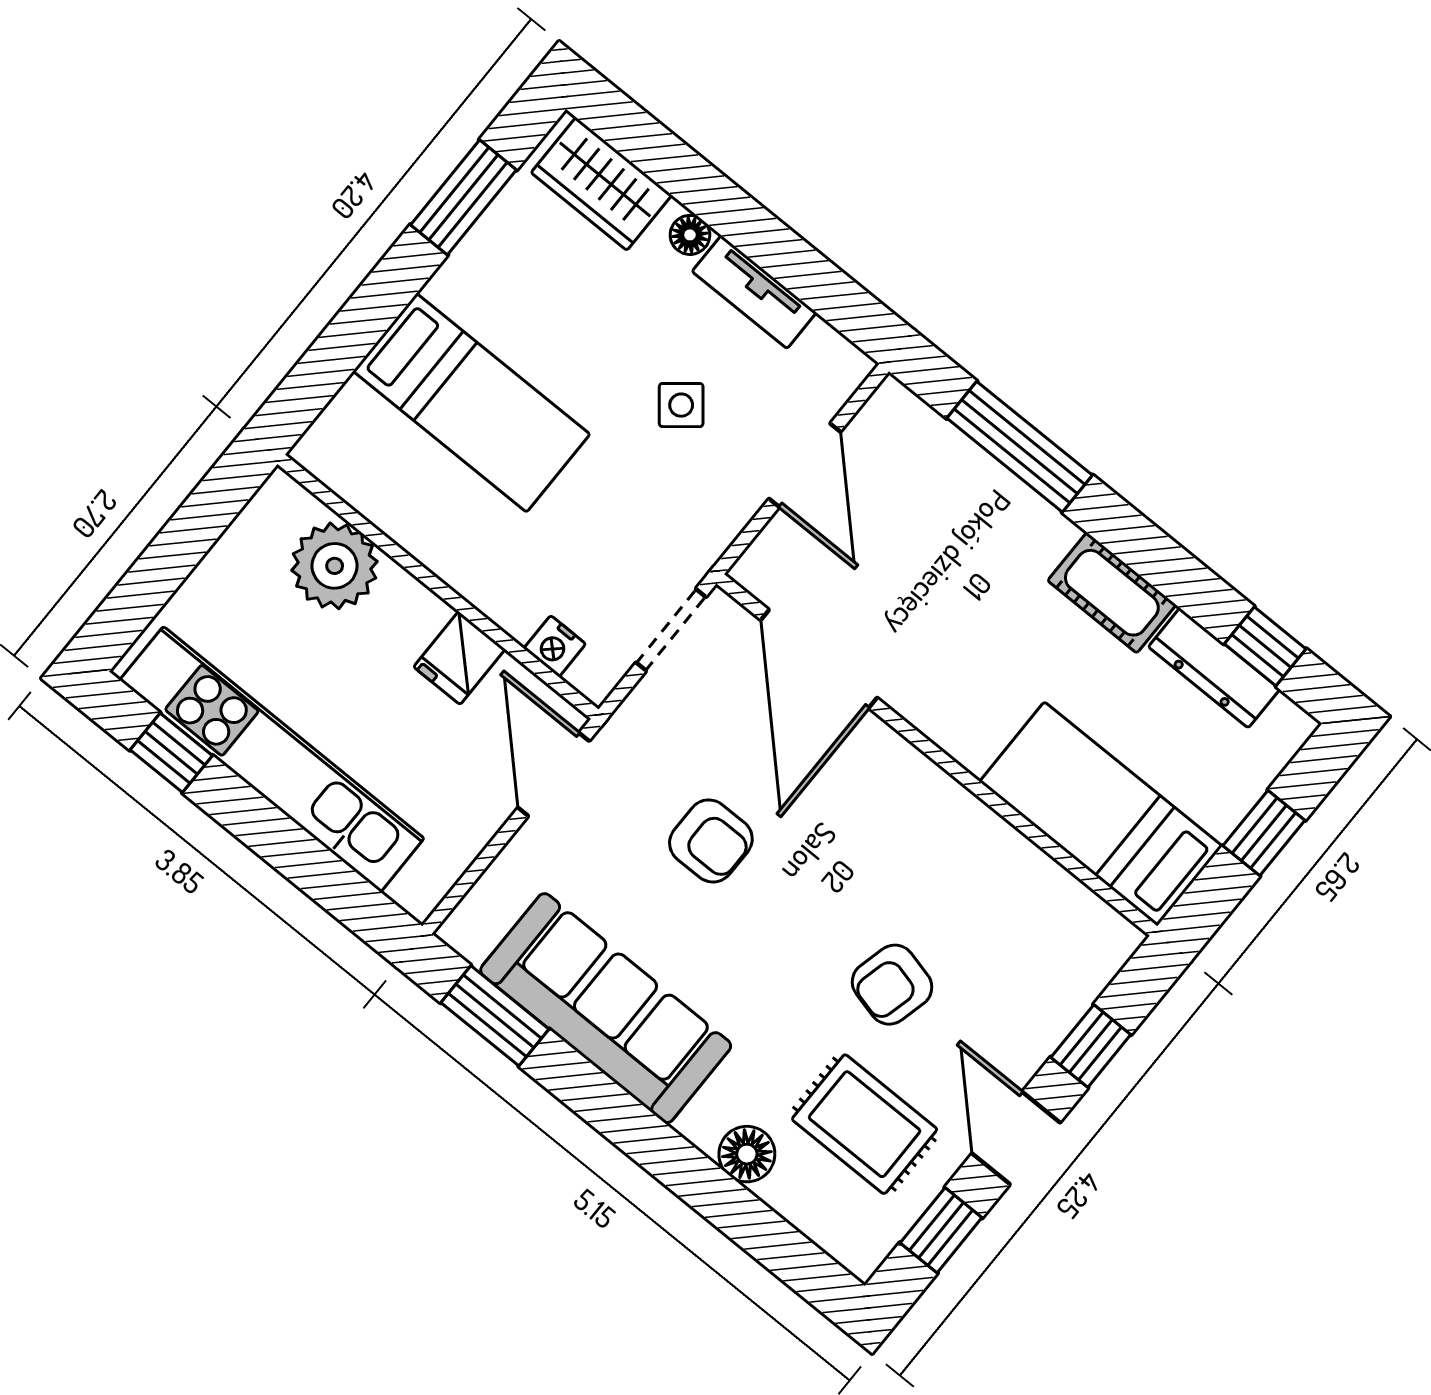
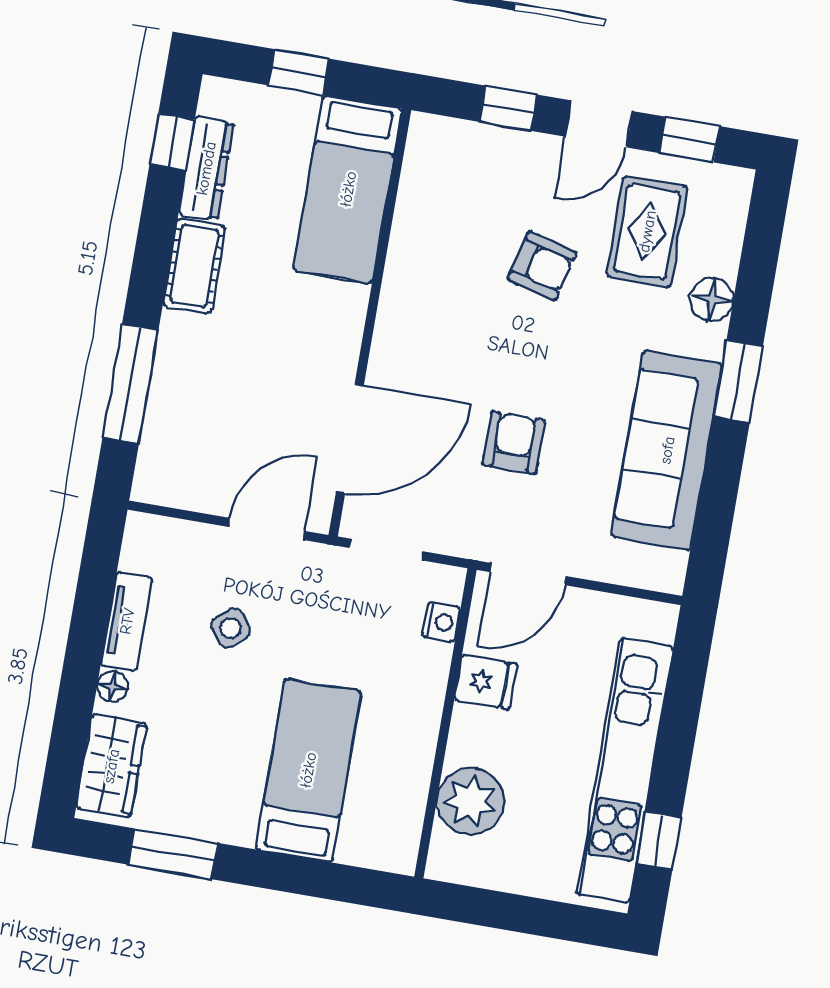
door: (805, 465) -> (266, 529), moved
window: (495, 1016) -> (738, 381), moved

